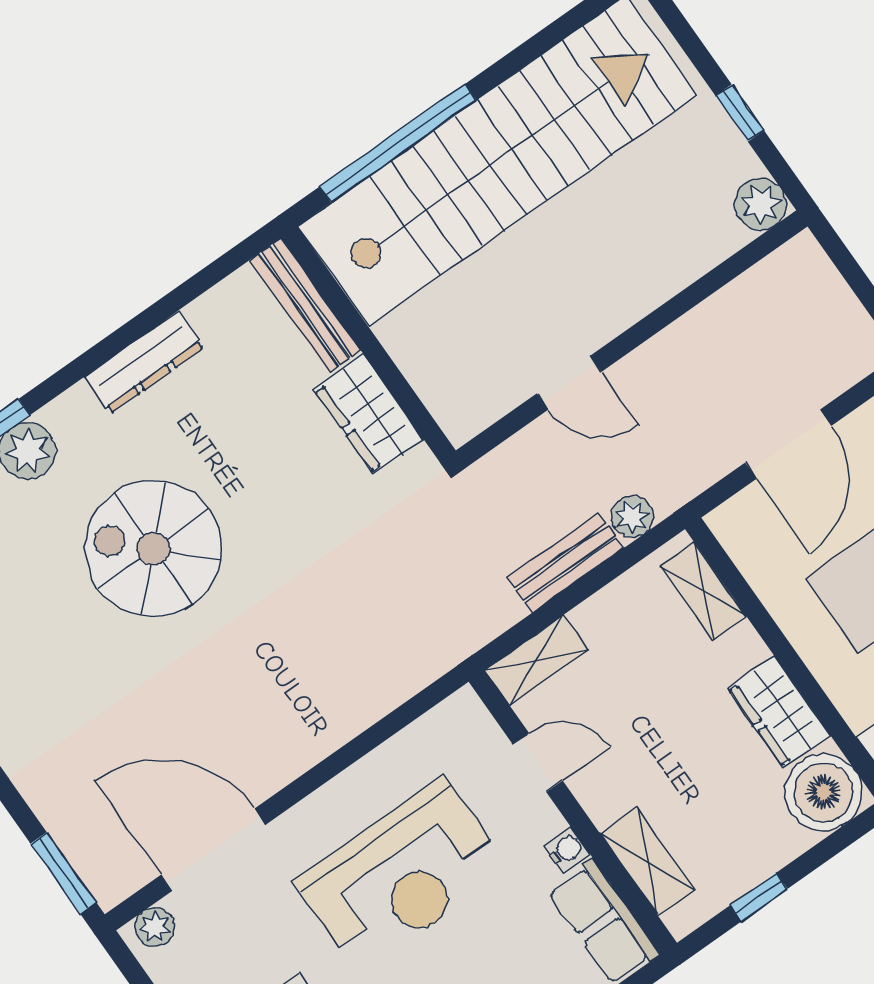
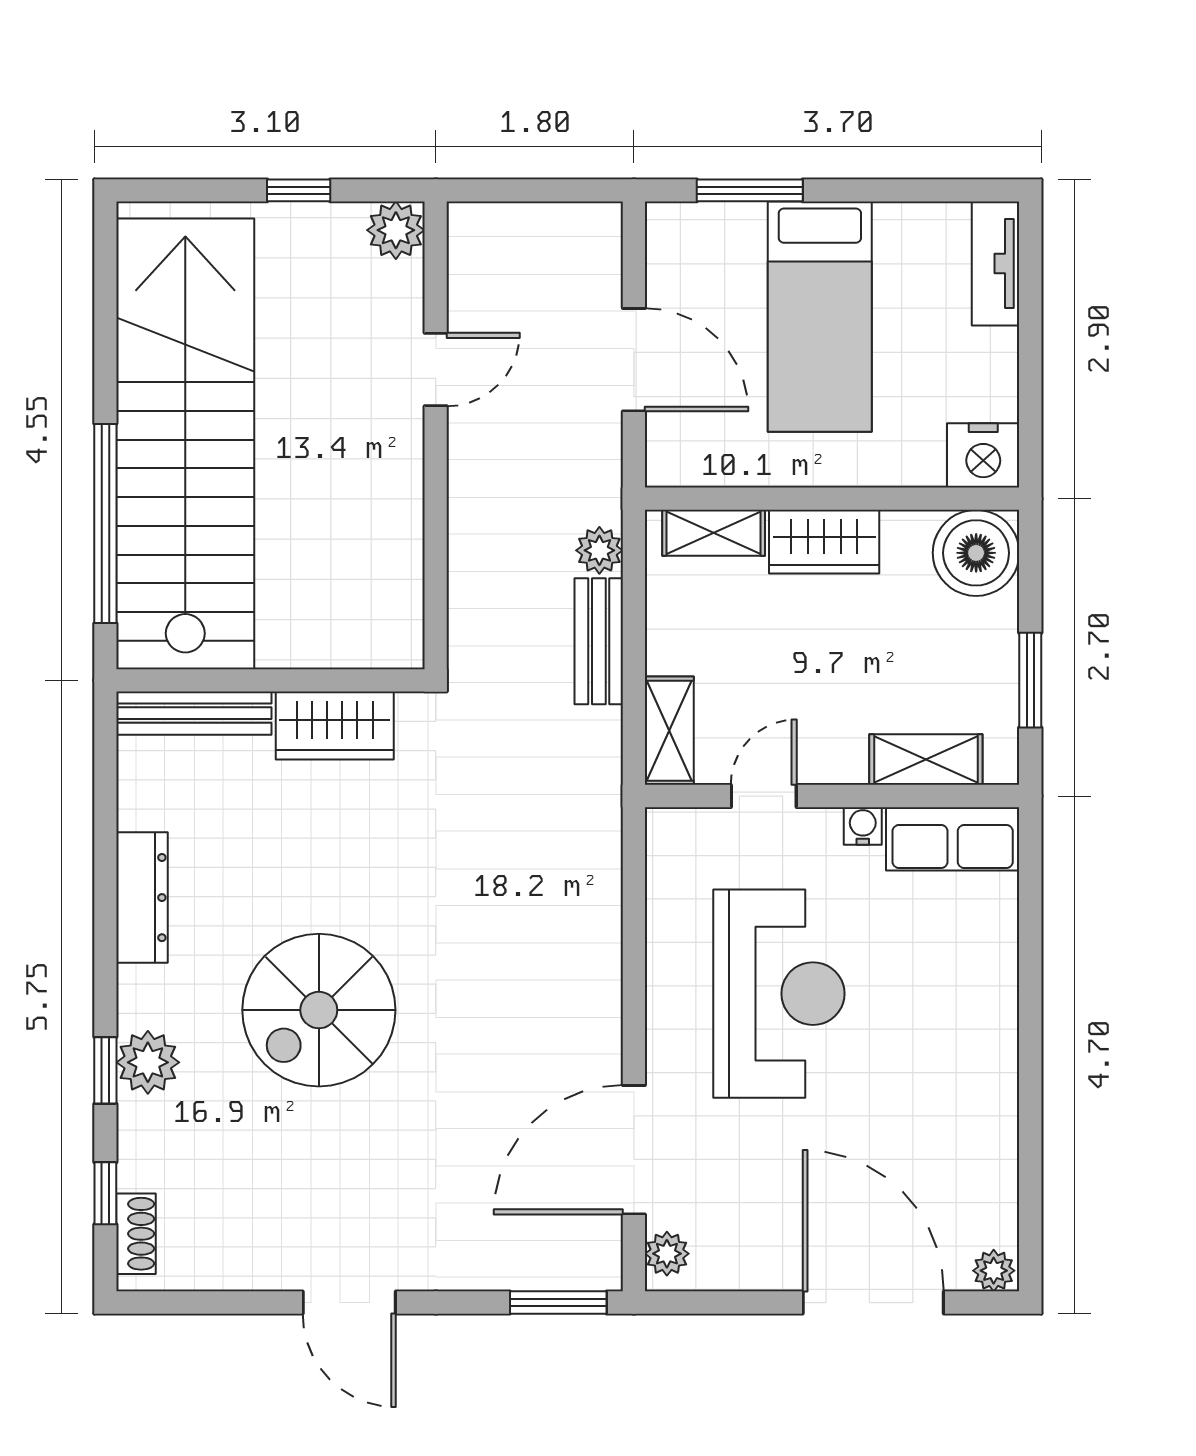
door: (569, 383) -> (436, 370), moved
wardrobe: (779, 712) -> (824, 542), moved
window: (759, 897) -> (1030, 680), width x1.50

